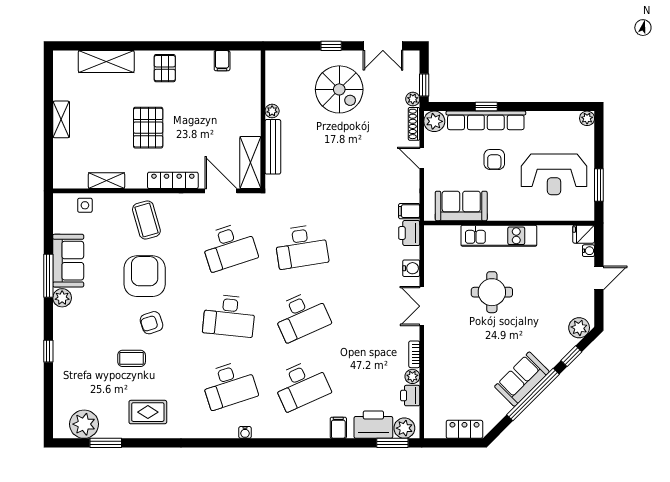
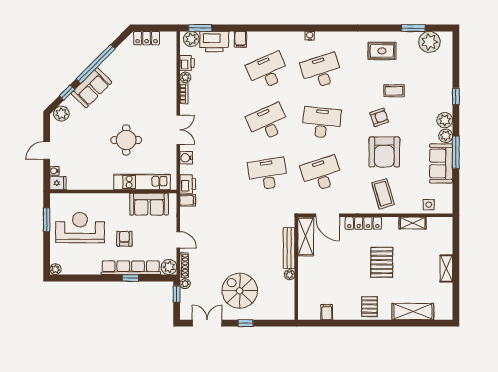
kitchen unit: (499, 236) -> (142, 182), moved
plant: (63, 319) -> (445, 120), added
sofa: (522, 379) -> (92, 88), moved

